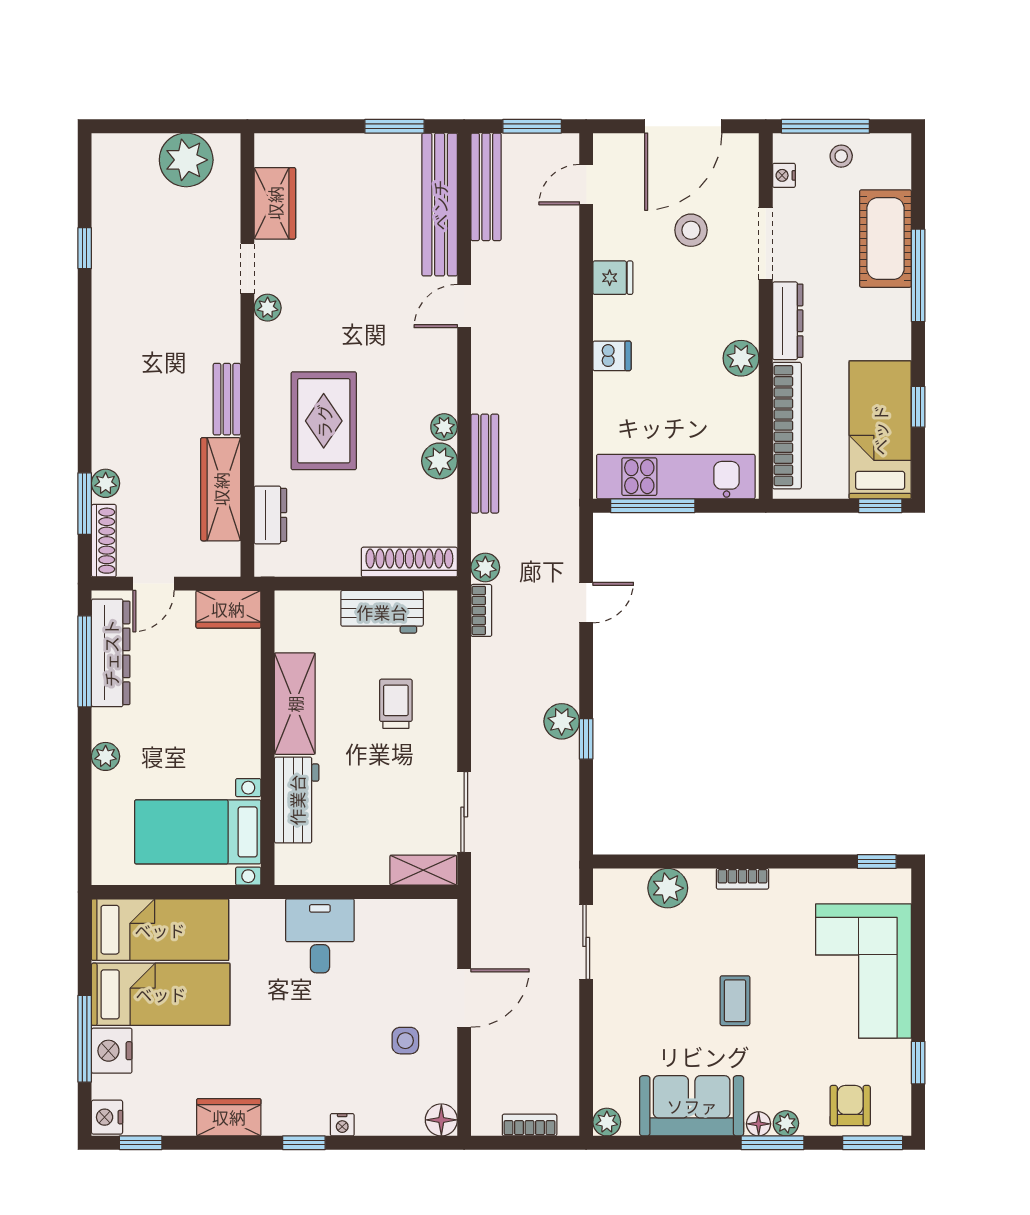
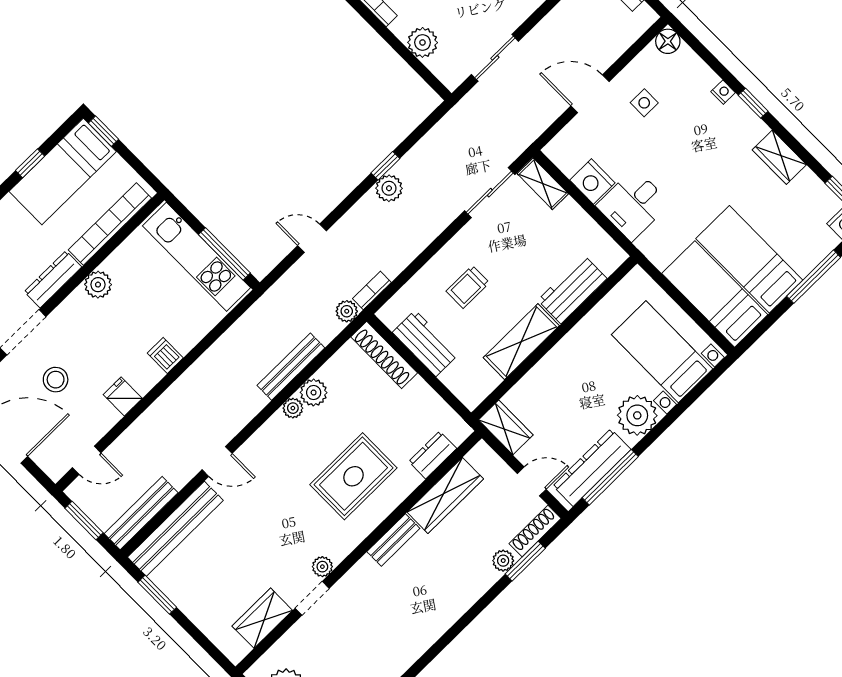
plant: (106, 756) -> (637, 415), width x1.87, depth x1.87
bed with nightstands: (198, 832) -> (662, 352), moved, turned 180
nightstand: (112, 1051) -> (592, 181), moved, turned 90

